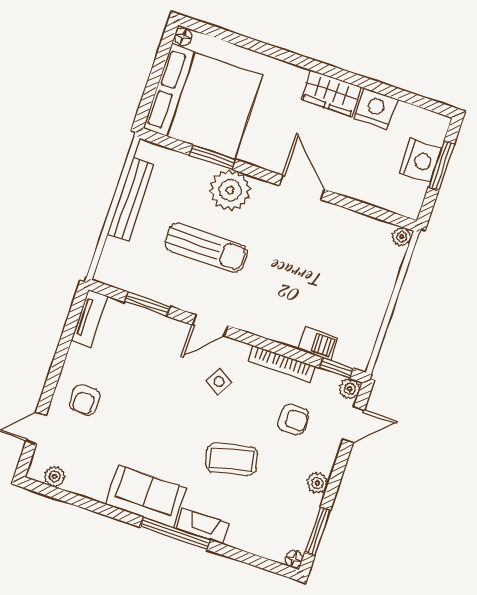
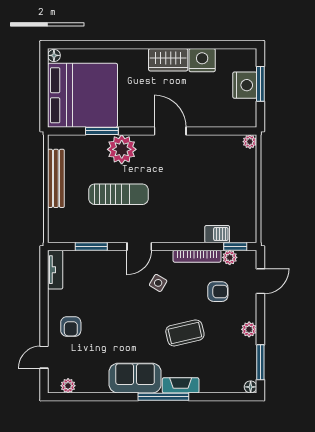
plant: (350, 389) -> (230, 257), moved

